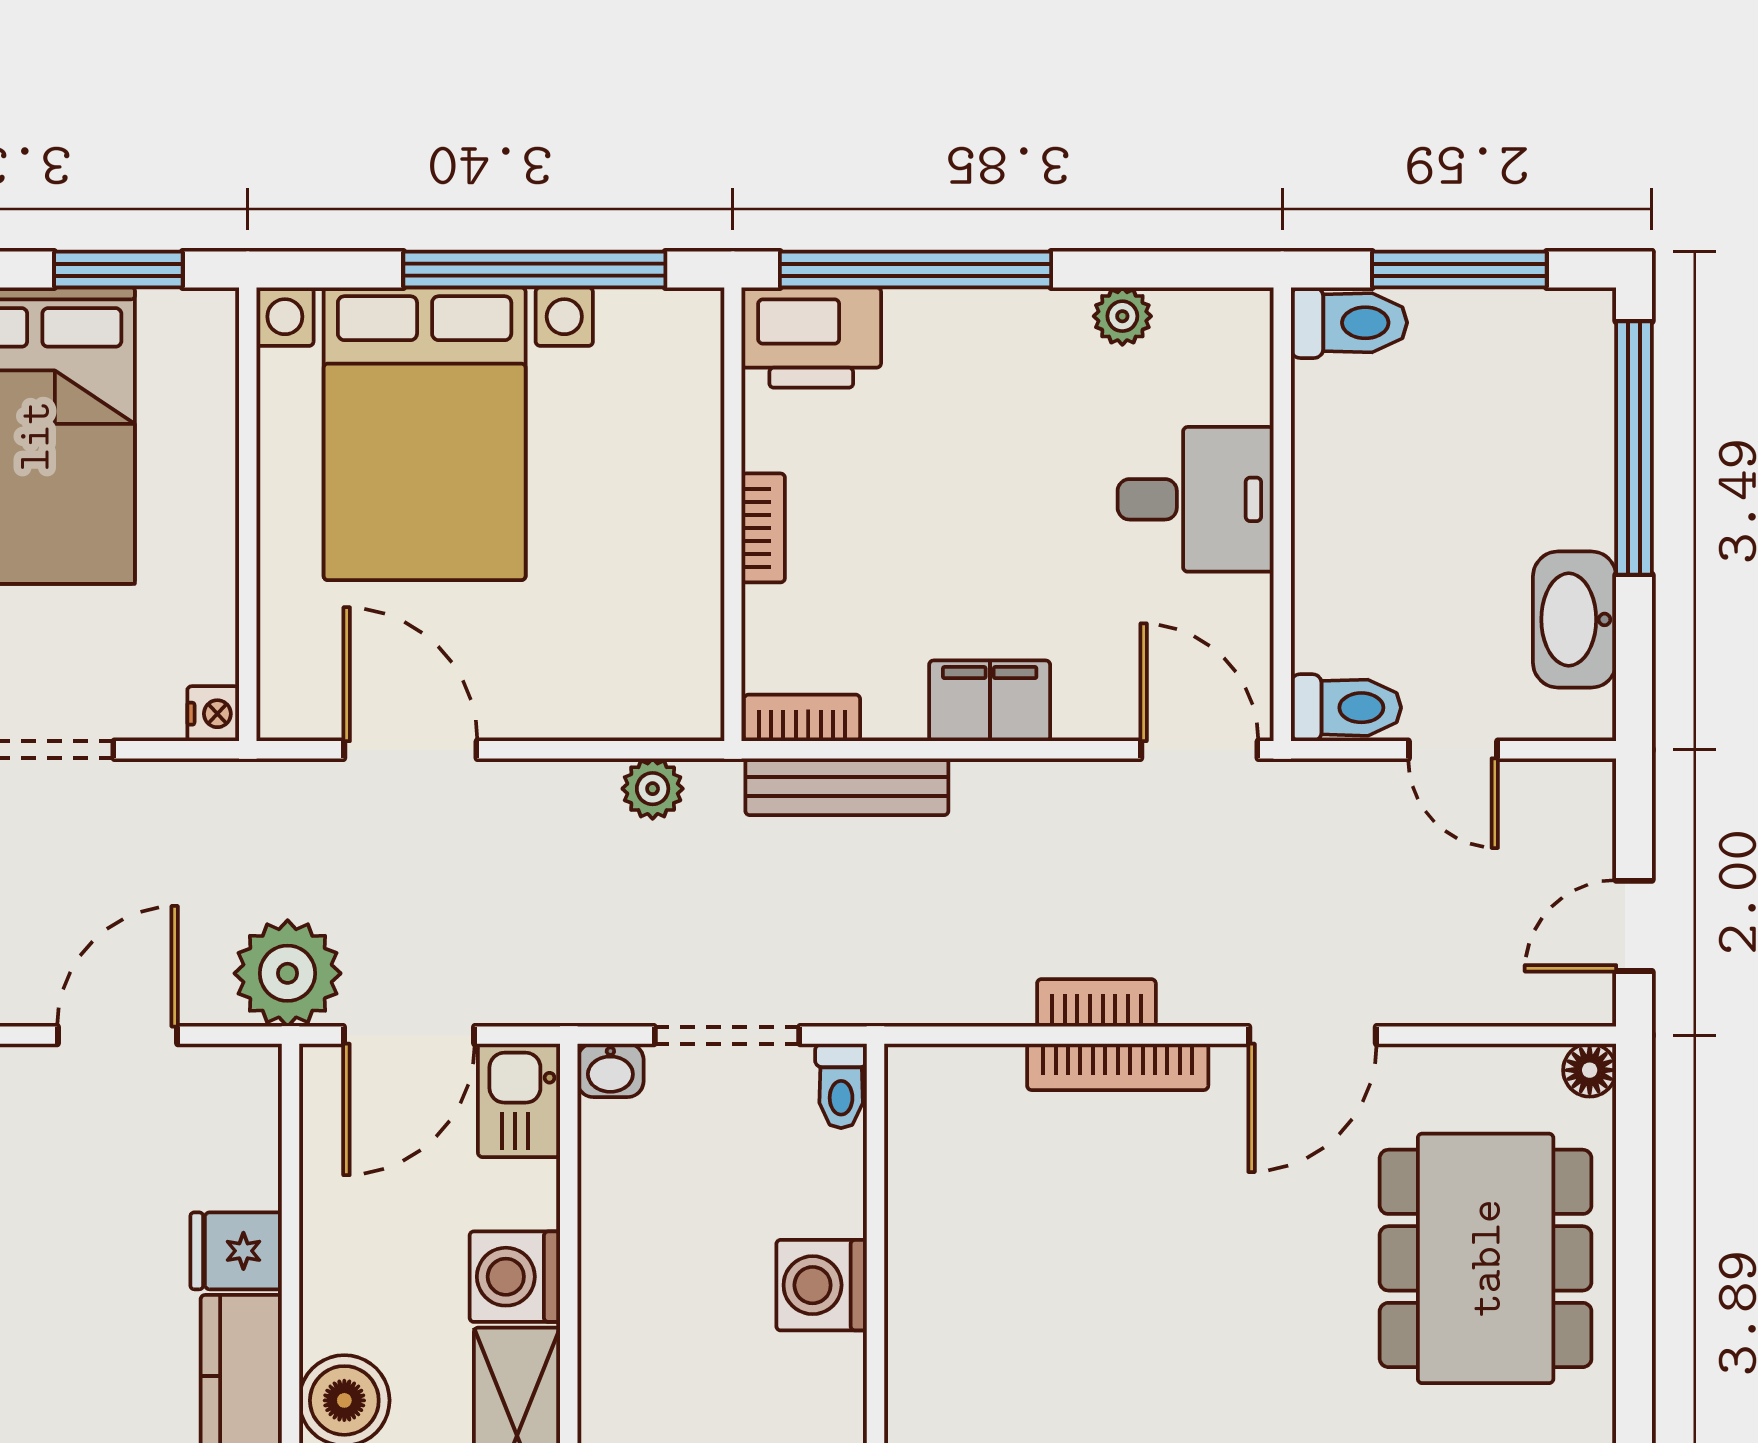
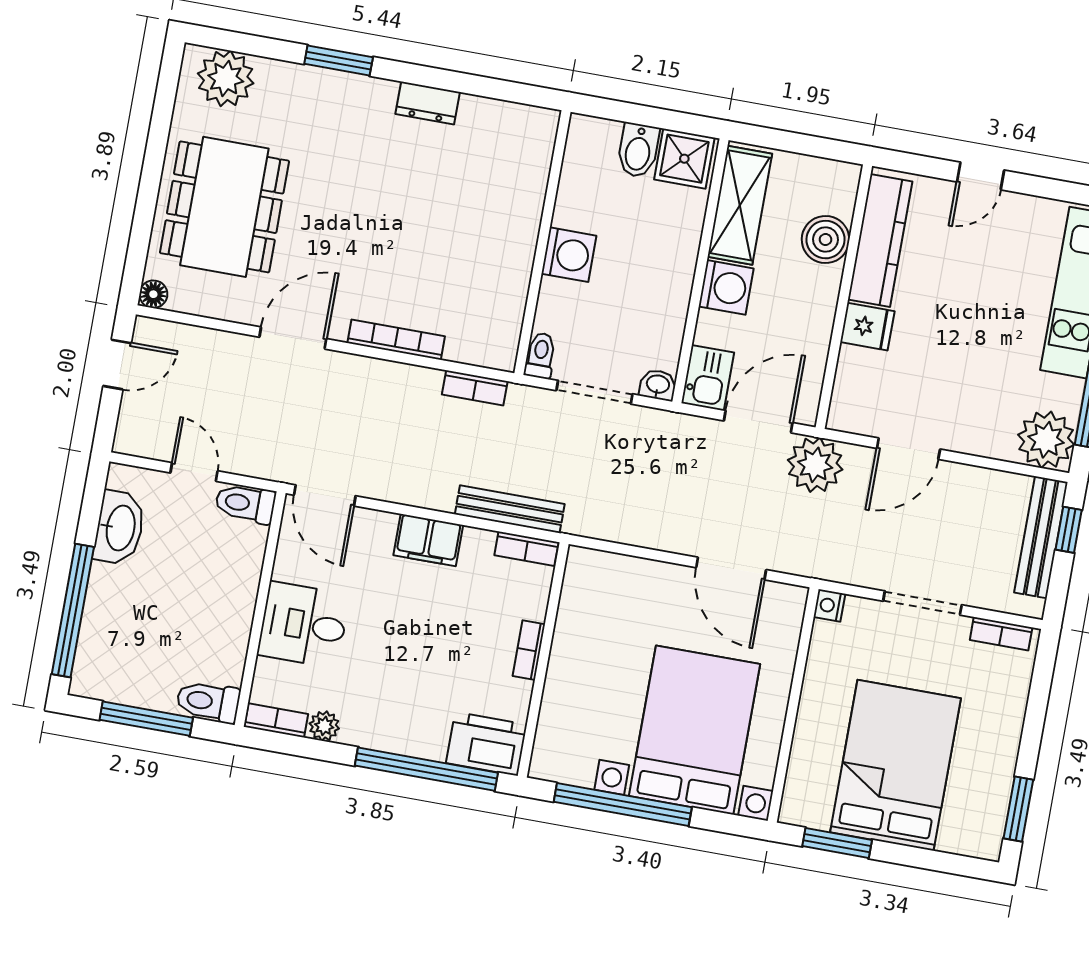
bookcase: (1215, 310) -> (276, 720), added
plant: (653, 789) -> (610, 526), removed
bookcase: (1096, 1003) -> (475, 388), moved

